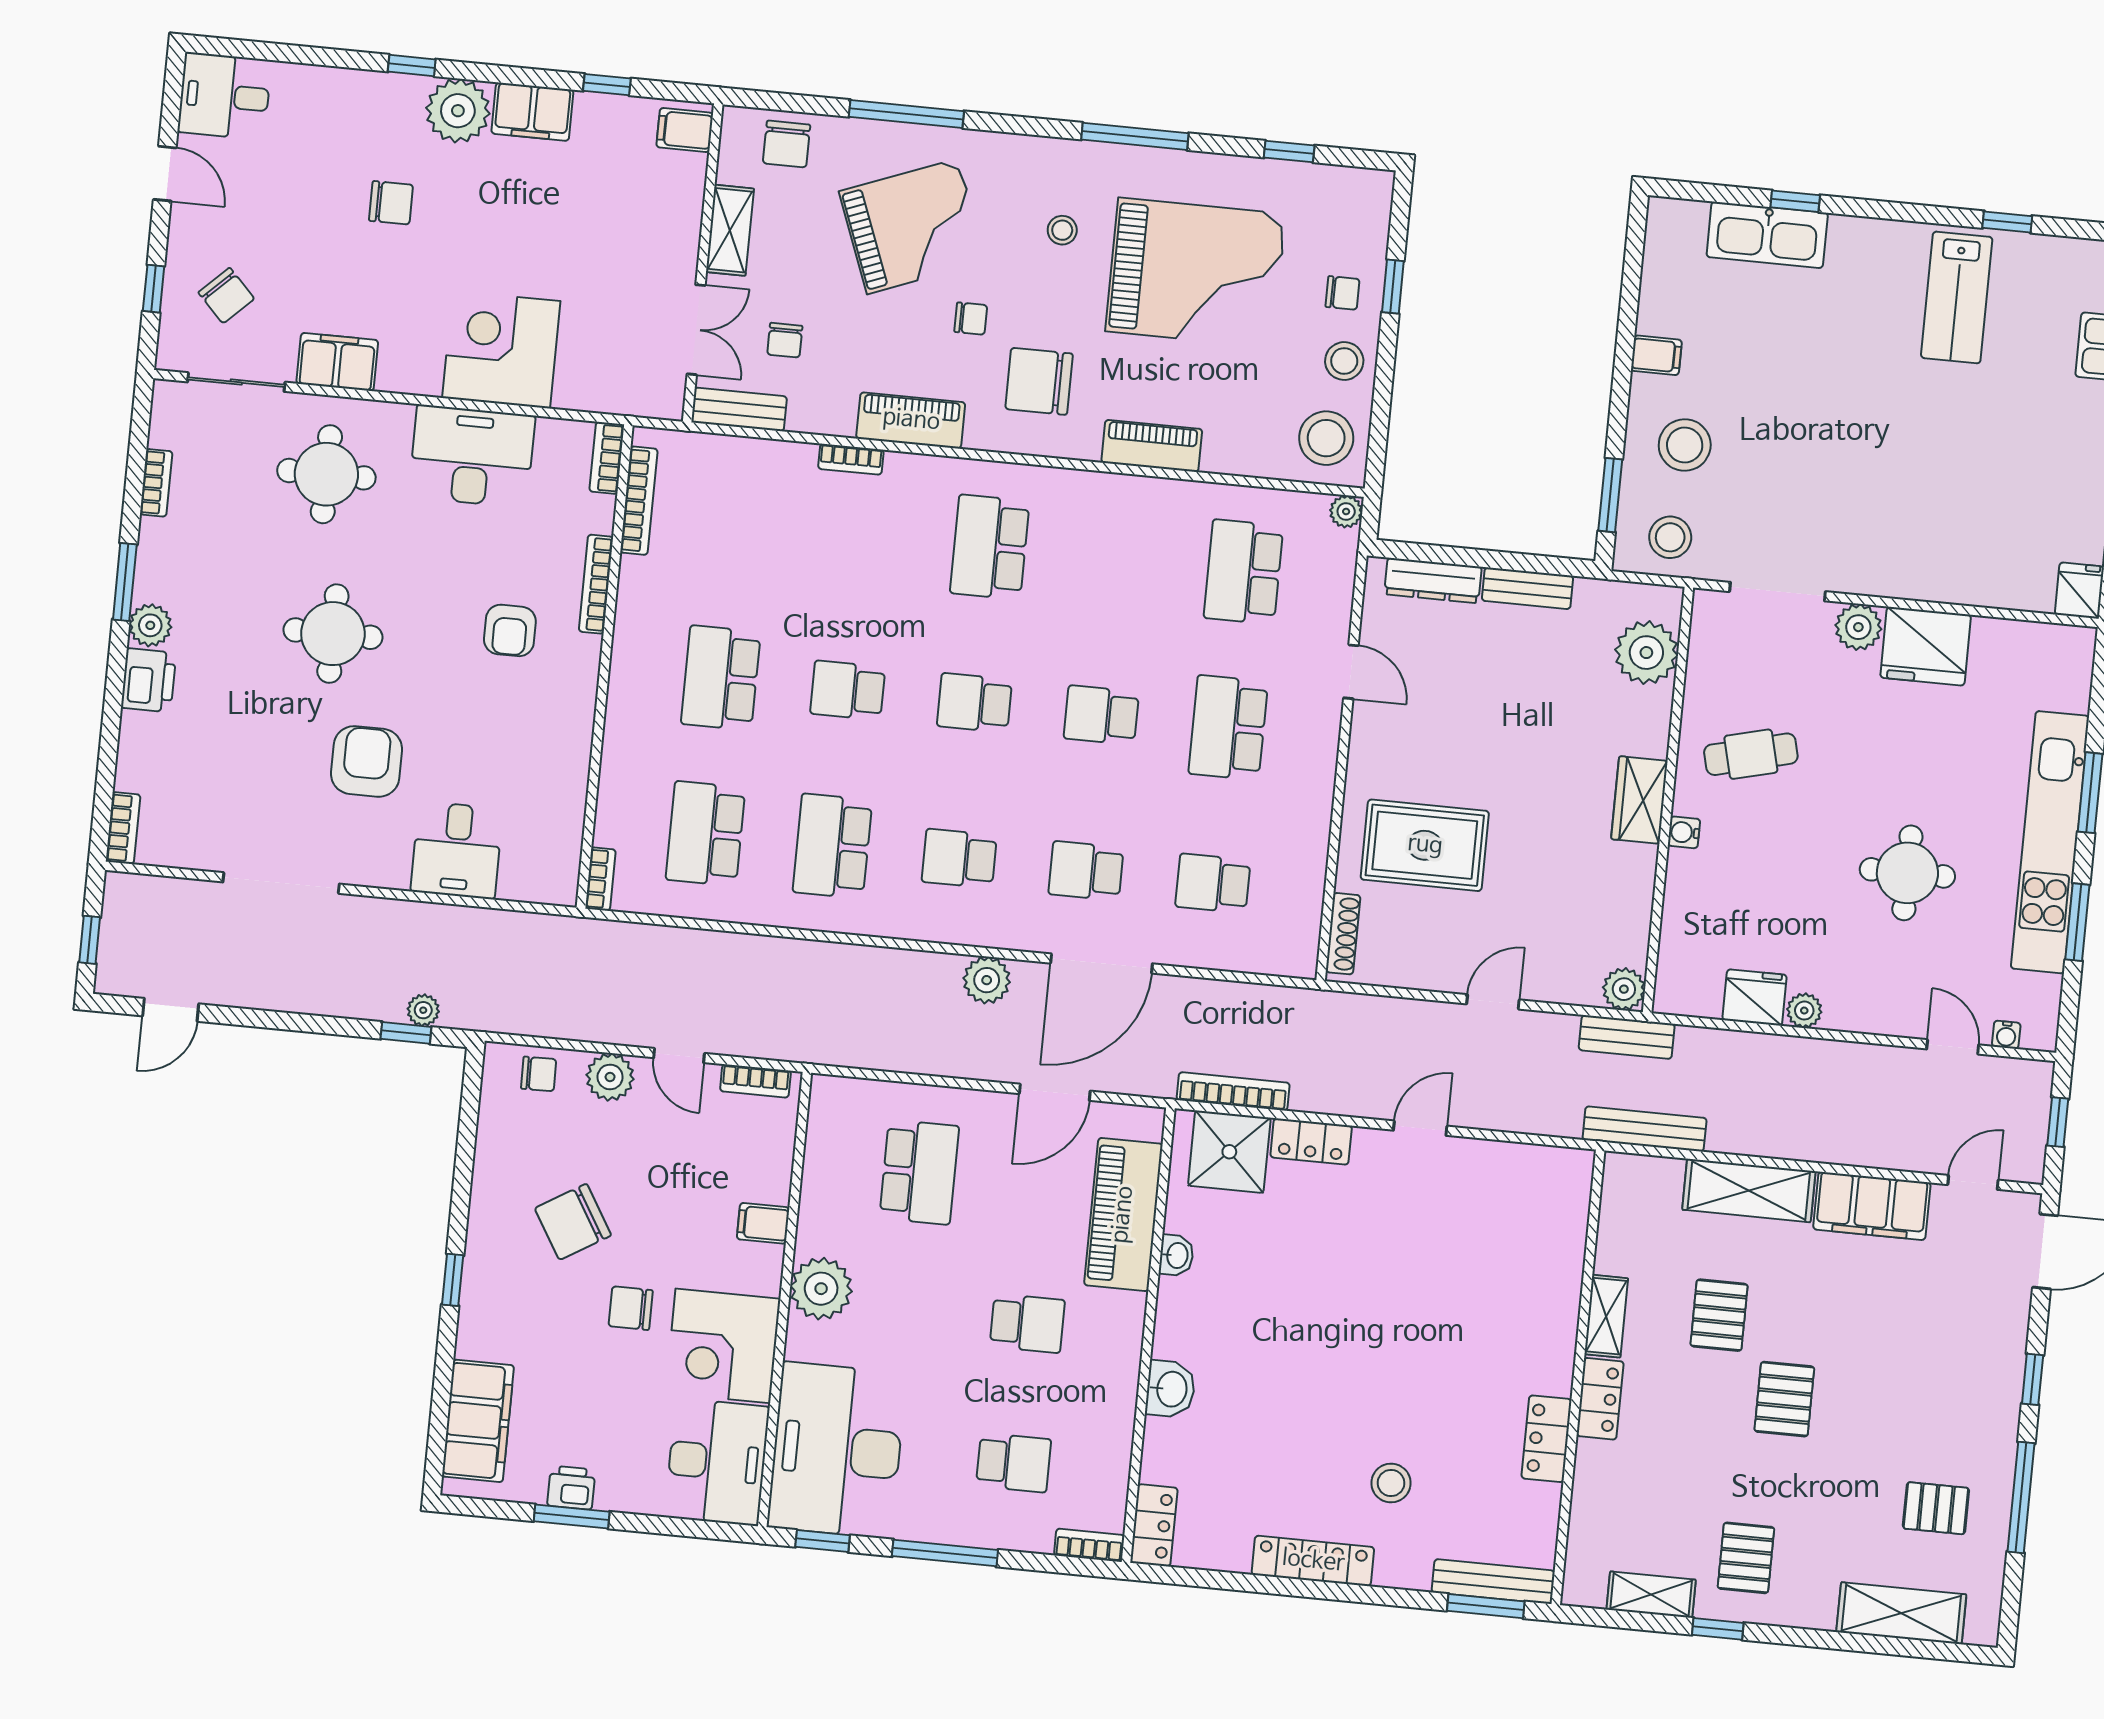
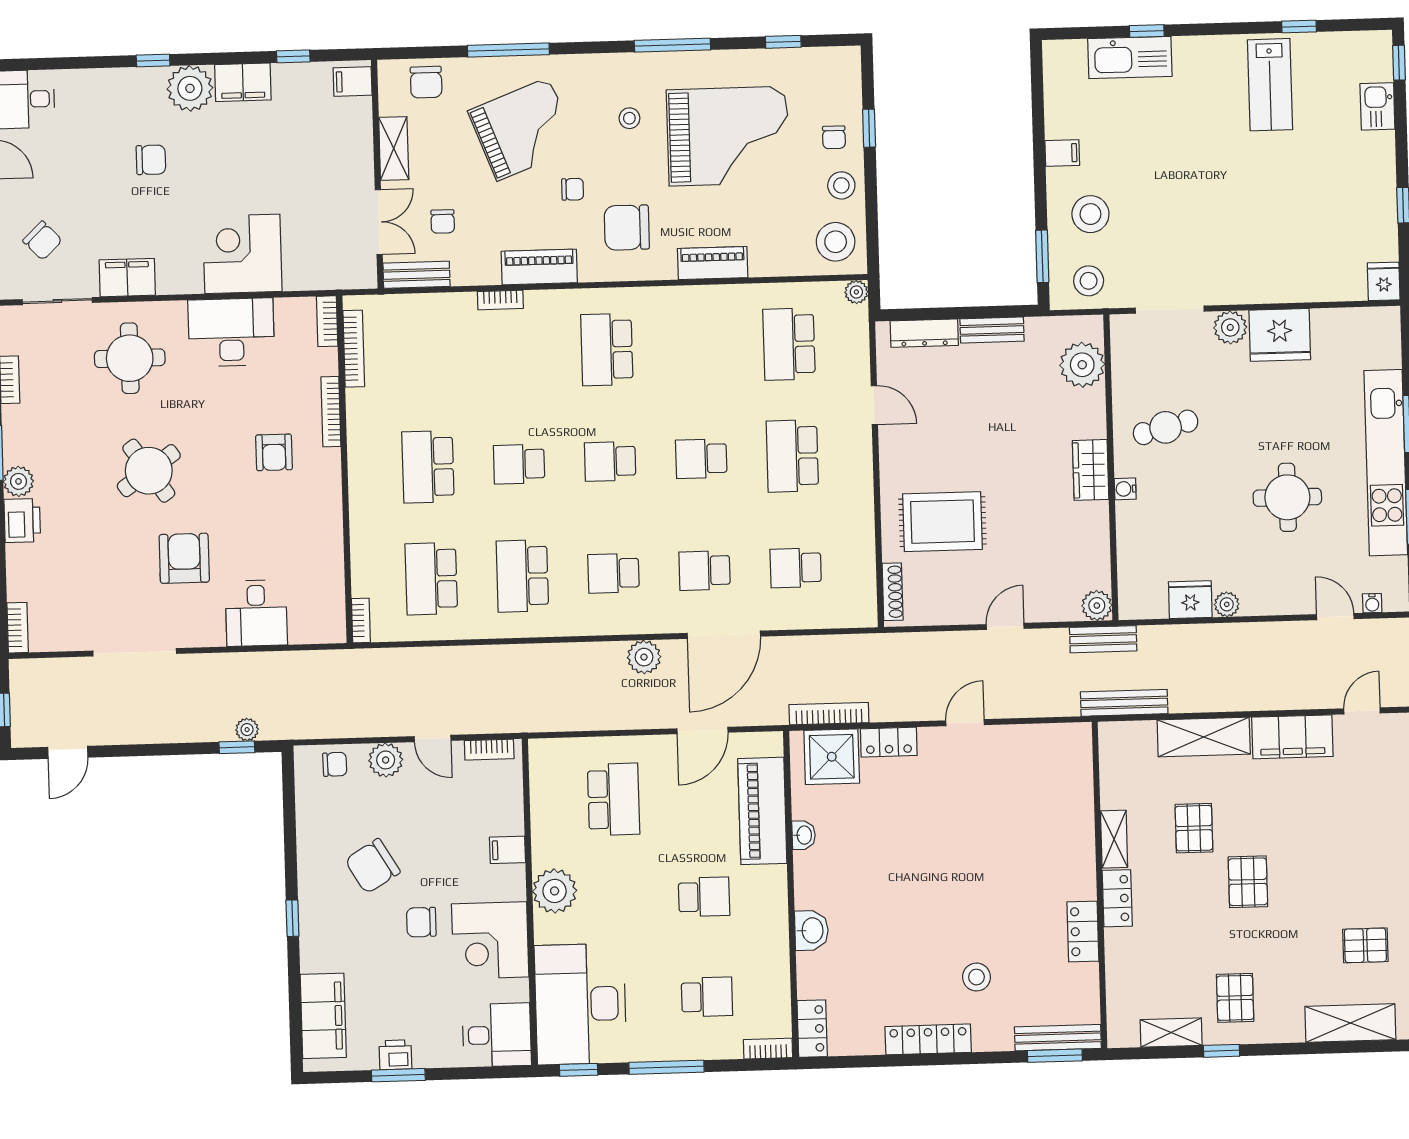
chair: (1342, 293) -> (834, 137), turned 90
round table: (333, 634) -> (149, 471), turned -35
desk: (717, 1462) -> (497, 1035), width x0.73

